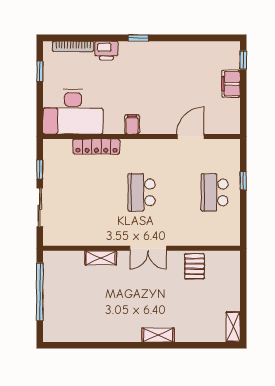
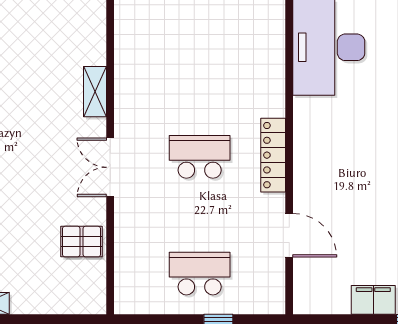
filing cabinet: (132, 124) -> (308, 142), removed
locker: (96, 146) -> (273, 155), moved

